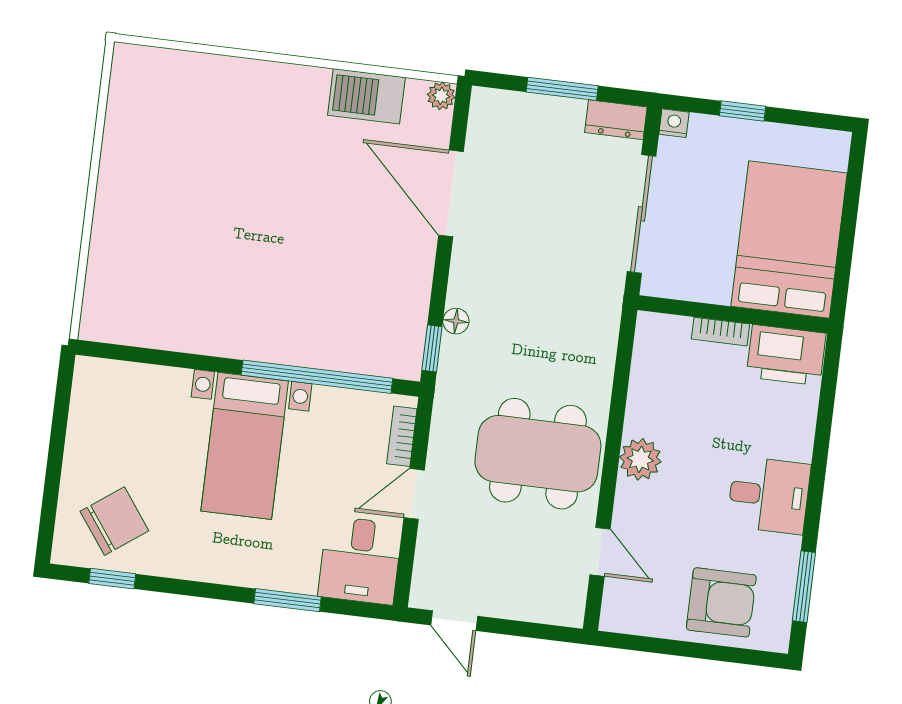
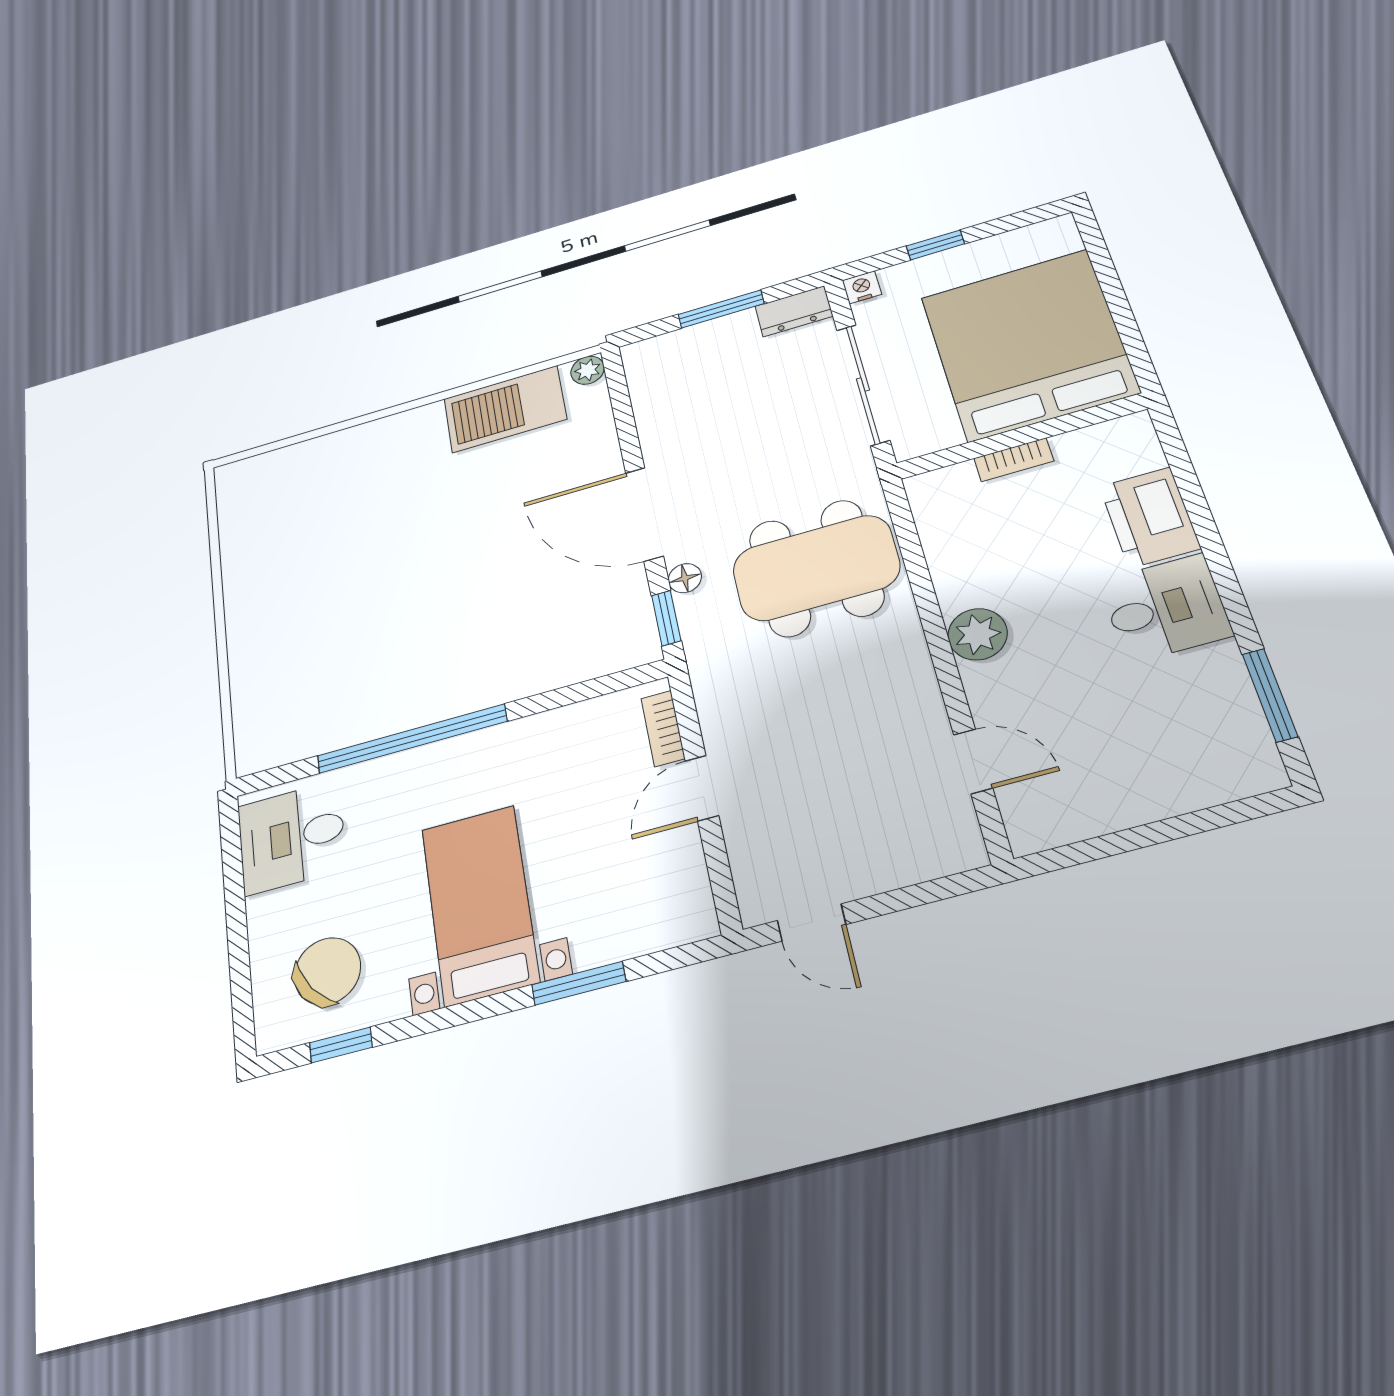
barbecue: (366, 96) -> (505, 409), width x1.37, depth x1.21
door: (451, 193) -> (644, 514), moved
bed: (789, 240) -> (1028, 344), width x1.36
printer: (786, 355) -> (1150, 517), moved, turned 90
window: (317, 377) -> (412, 739), moved
bed with nightstands: (245, 446) -> (480, 904), moved, turned 180
dining table: (538, 454) -> (816, 568), moved
desk: (360, 560) -> (292, 837), moved, turned 90
armchair: (721, 602) -> (1166, 758), removed

